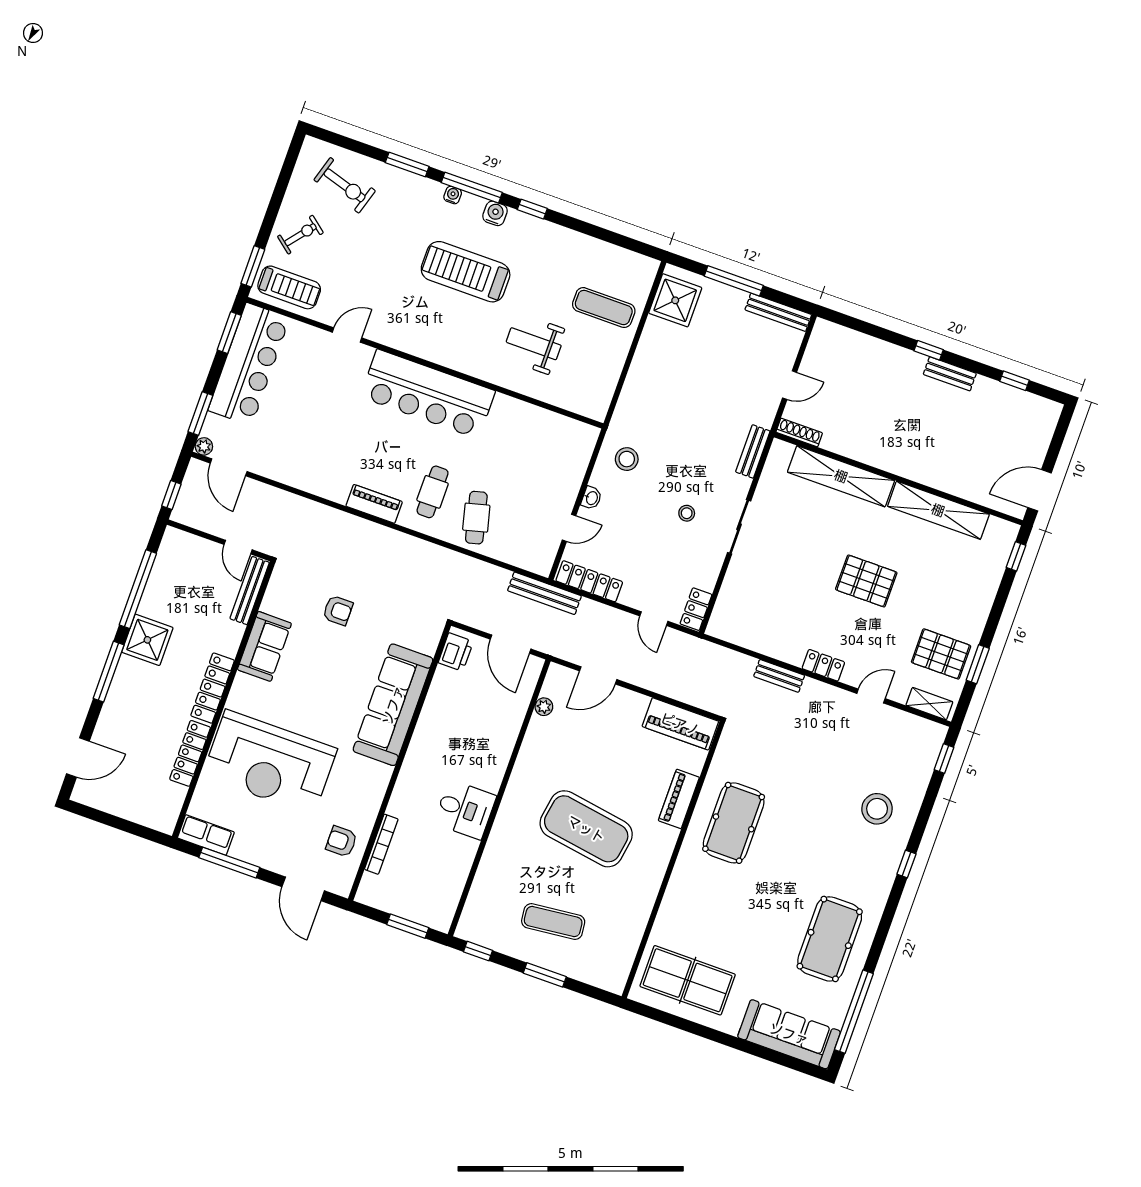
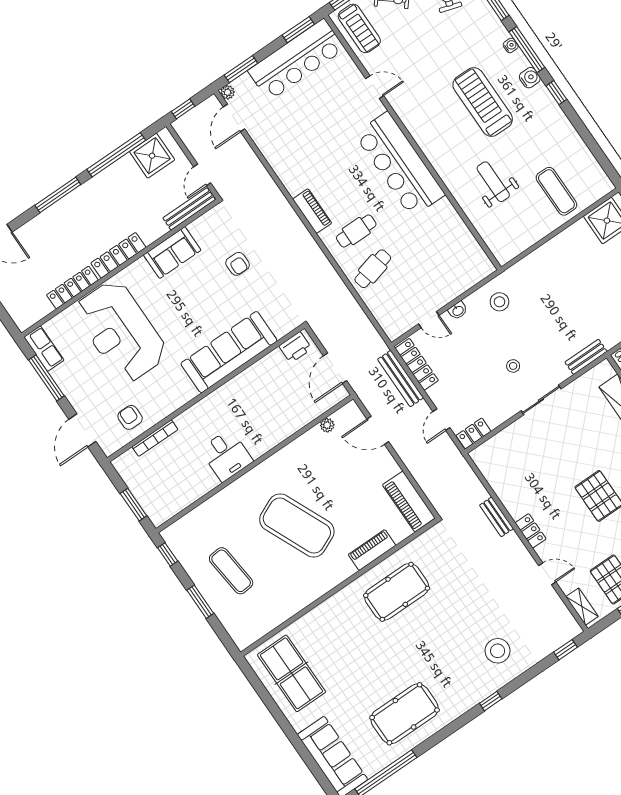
bench: (544, 593) -> (401, 379), moved
shower: (147, 640) -> (152, 156), moved
exercise mat: (586, 829) -> (297, 526), turned -33

